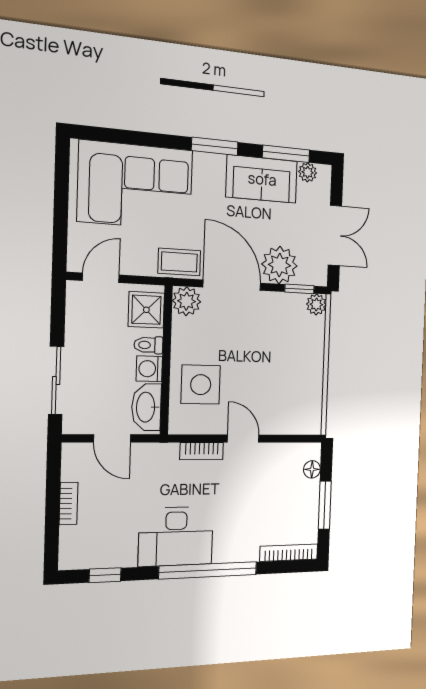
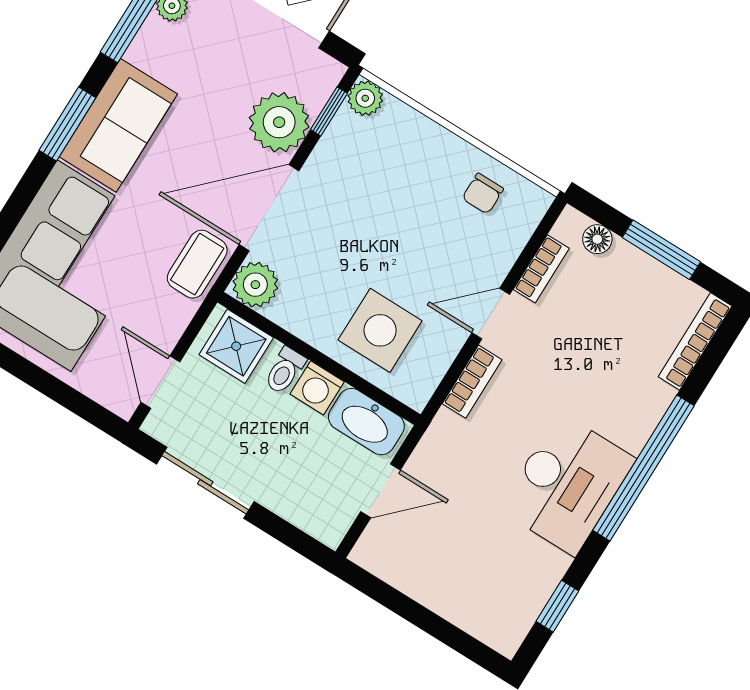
sofa: (262, 179) -> (118, 125), moved
sliding door: (56, 381) -> (205, 483), moved
chair: (302, 396) -> (483, 194), added
bookcase: (68, 503) -> (541, 269), moved, turned 90

